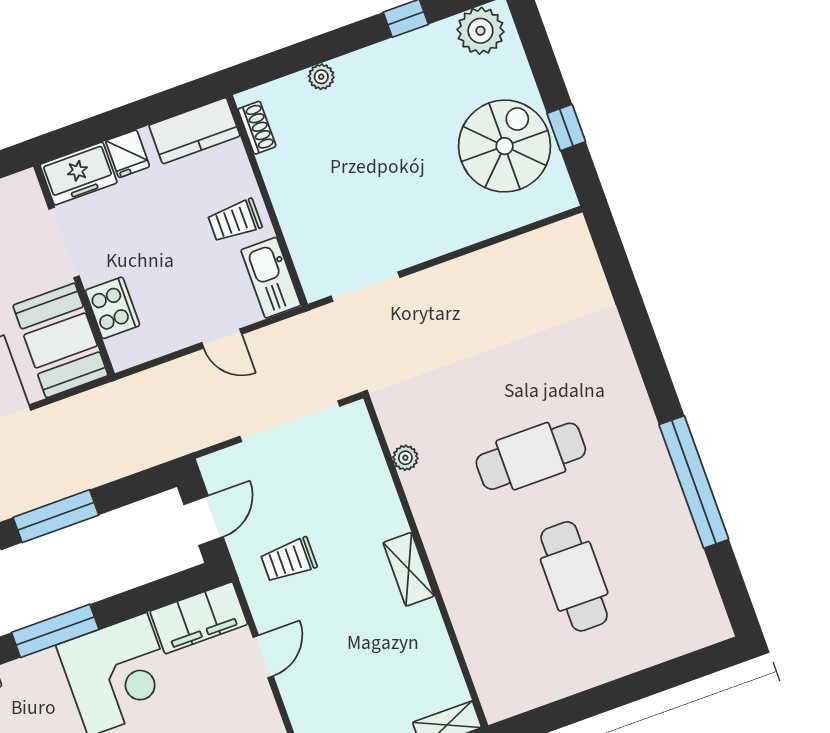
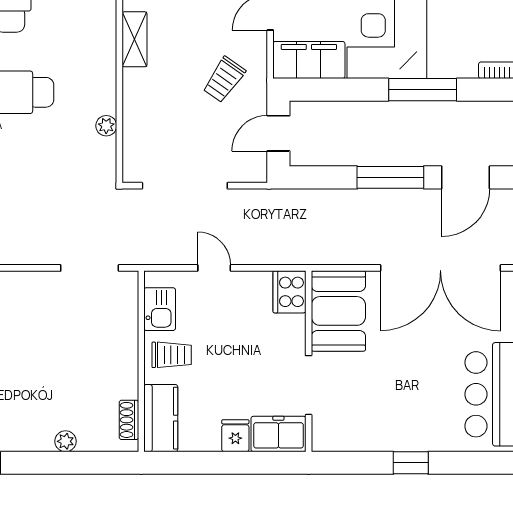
kitchen counter: (194, 131) -> (161, 418), moved, turned 90
kitchen sink: (271, 278) -> (160, 309), width x0.73
cooker: (112, 308) -> (290, 292), moved
trolley: (289, 560) -> (224, 80), turned 125

